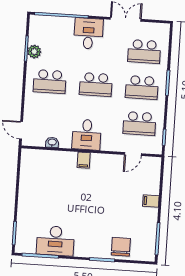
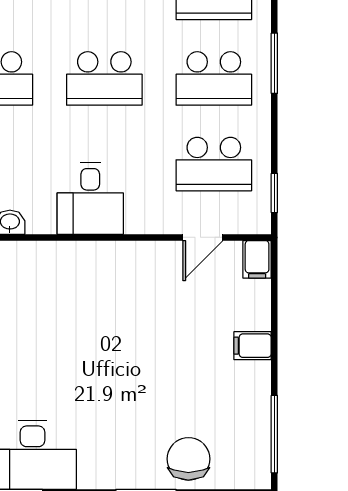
filing cabinet: (84, 160) -> (257, 259), moved

